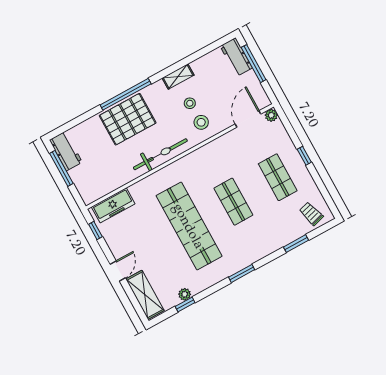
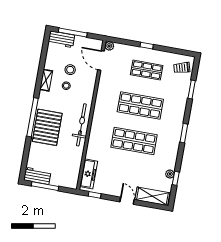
stool: (201, 122) -> (70, 70), moved
shop shelf: (233, 202) -> (140, 106), width x1.43, depth x1.36
shop shelf: (189, 226) -> (134, 141), width x0.71

